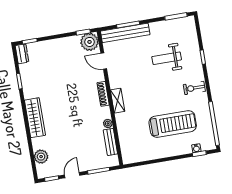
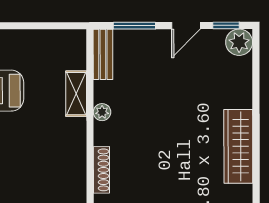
shelving: (118, 101) -> (76, 94), moved
bench: (110, 142) -> (103, 54), moved
plant: (41, 157) -> (239, 42), moved

